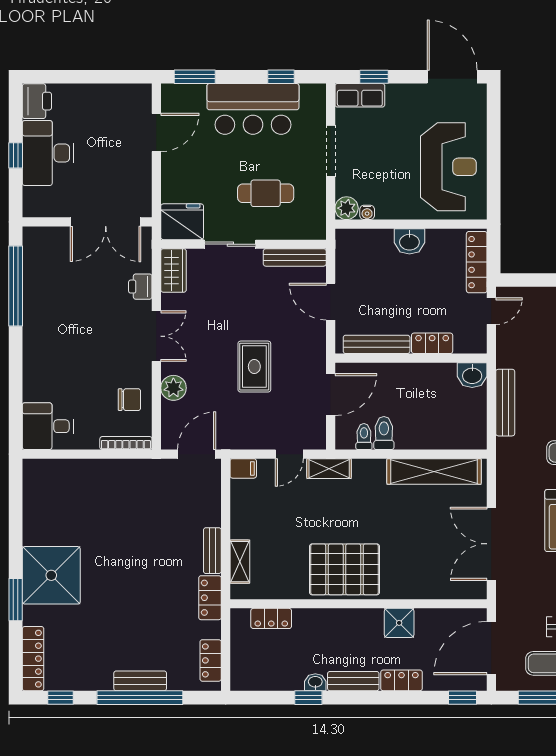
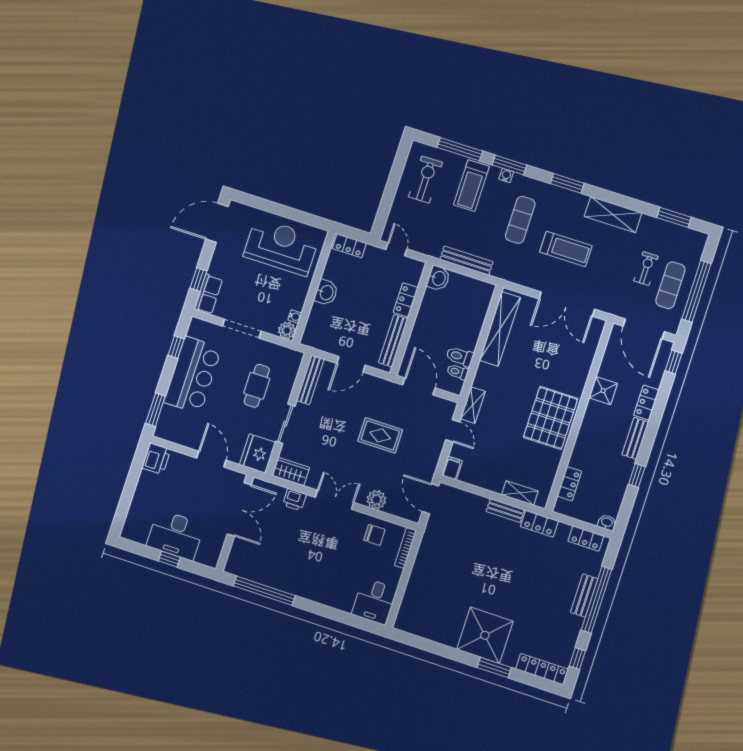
printer: (37, 101) -> (156, 459), moved, turned 90
door: (156, 132) -> (211, 459), moved
locker: (477, 262) -> (349, 246), width x0.66
chair: (129, 400) -> (374, 535), turned 90
washbasin: (315, 682) -> (607, 522), moved, turned 90

